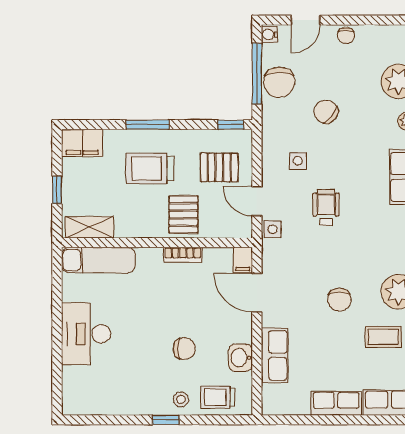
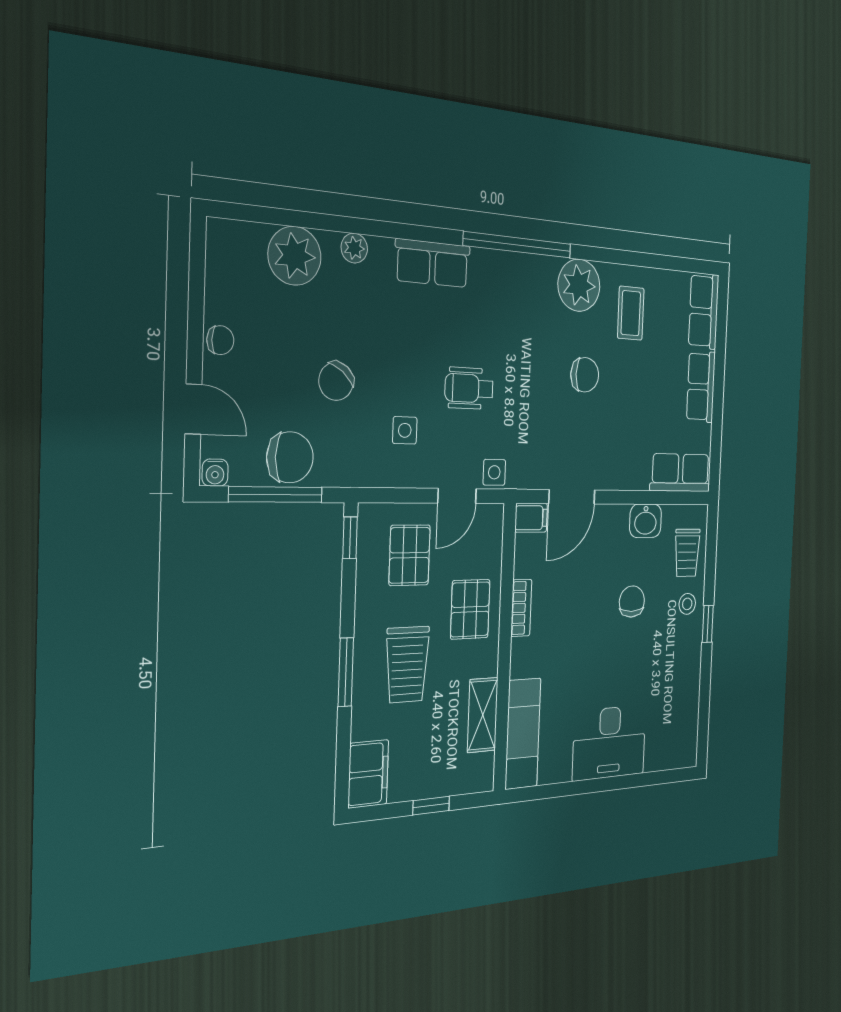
pallet: (183, 214) -> (470, 609), turned 90
shelving: (89, 227) -> (483, 715), moved
row of seats: (275, 355) -> (680, 473), moved

